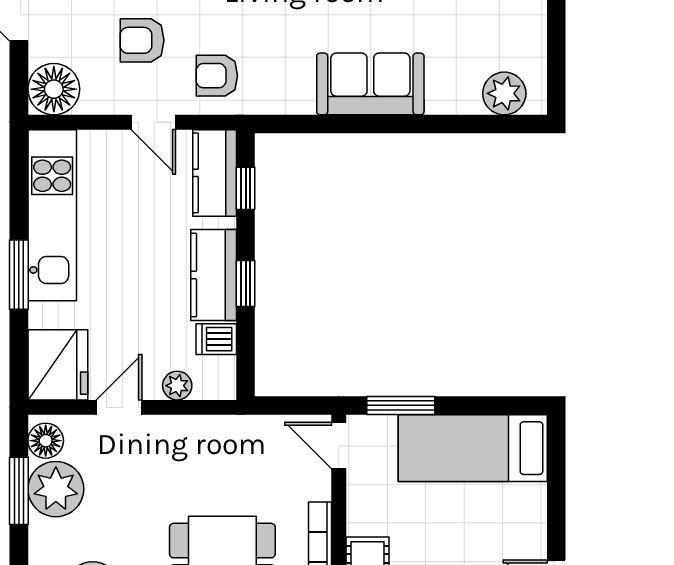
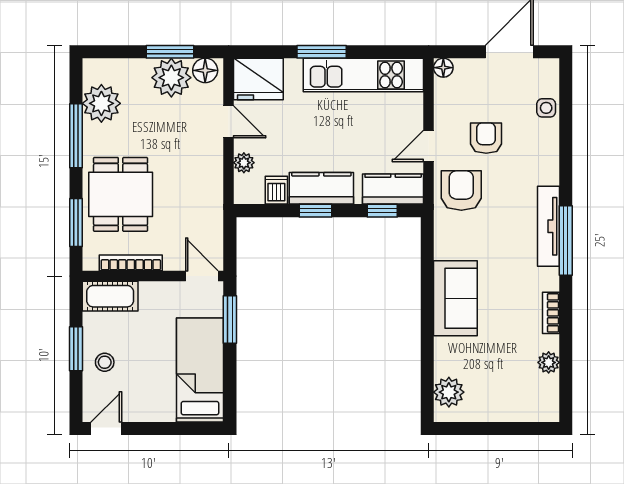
armchair: (217, 76) -> (461, 191), width x1.38, depth x1.38
floor lamp: (54, 89) -> (443, 68), width x0.53, depth x0.53
door: (339, 445) -> (202, 276), hinge flipped

